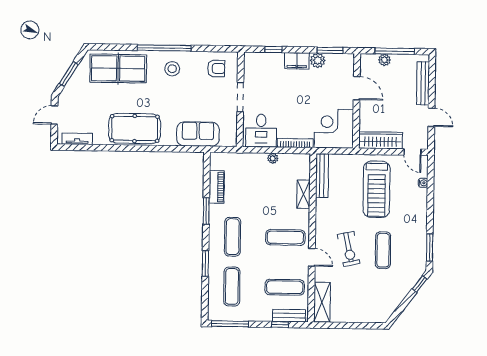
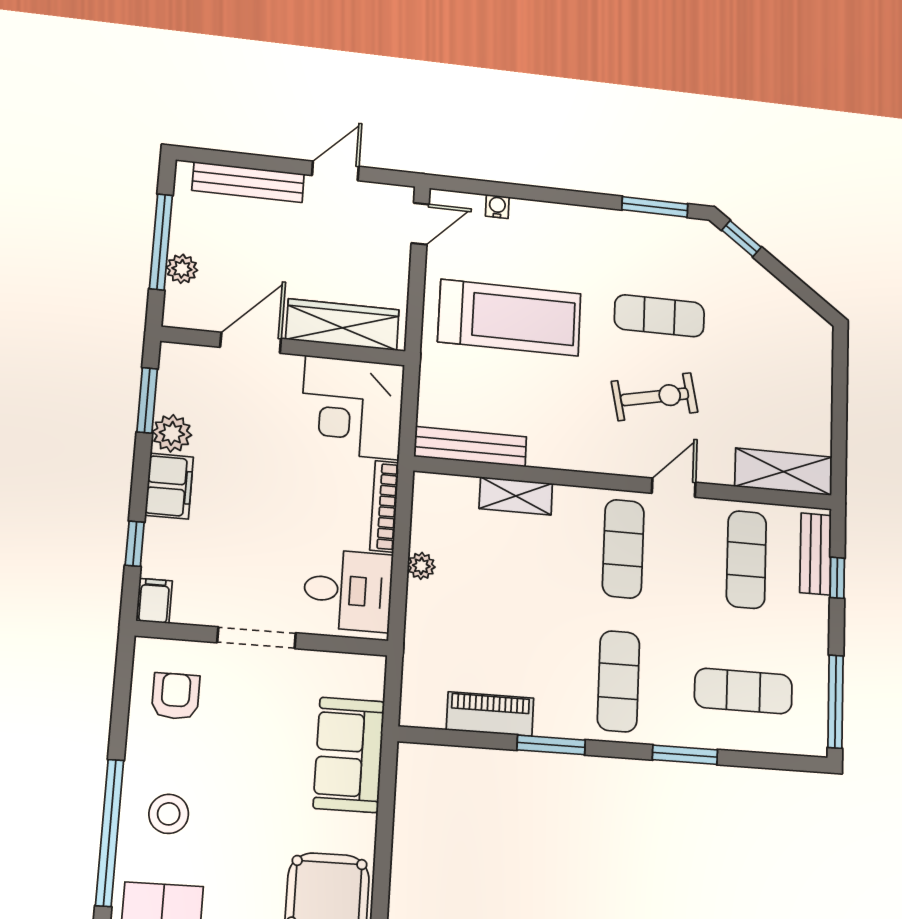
filing cabinet: (252, 58) -> (154, 601), added
wardrobe: (381, 140) -> (343, 325), moved, turned 90
exercise mat: (233, 237) -> (618, 681), turned 90

